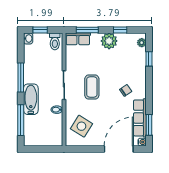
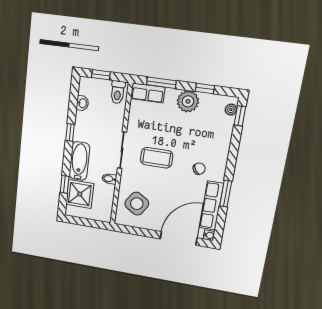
washbasin: (28, 38) -> (82, 103), moved
window: (149, 59) -> (240, 116), moved
window: (21, 78) -> (70, 132), width x0.46
coffee table: (92, 87) -> (157, 158), turned 90
window: (21, 120) -> (65, 184), width x0.46
window: (149, 125) -> (226, 194), moved
shower: (34, 126) -> (80, 194), added

